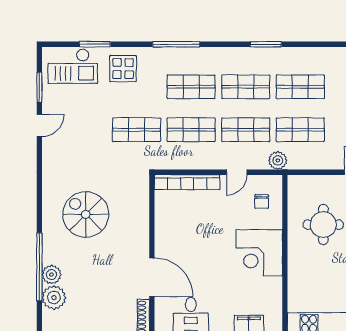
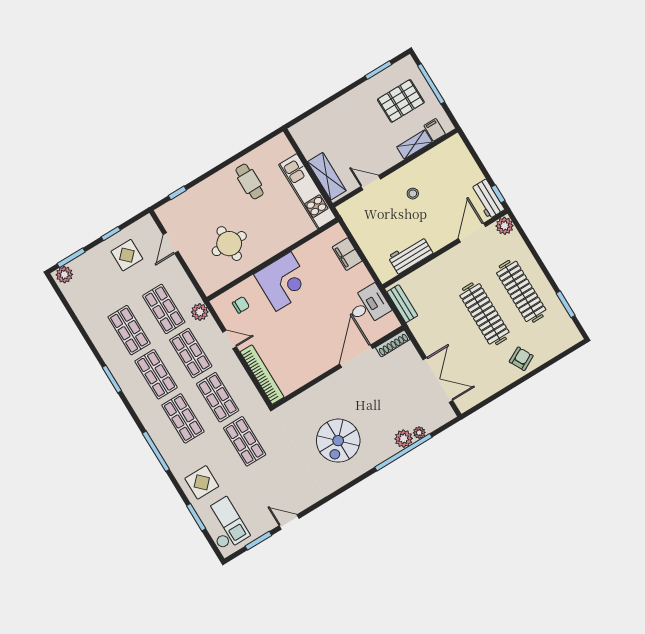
plant: (54, 298) -> (419, 433), width x0.53, depth x0.53

